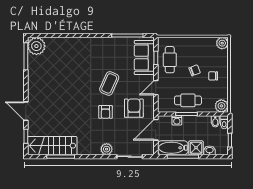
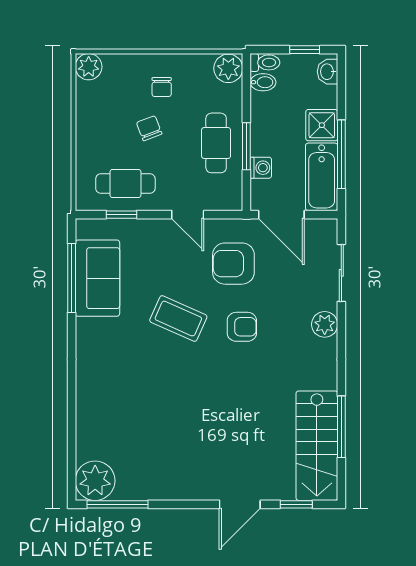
sofa: (144, 57) -> (97, 278), moved, turned -90
washbasin: (210, 150) -> (328, 72), moved

